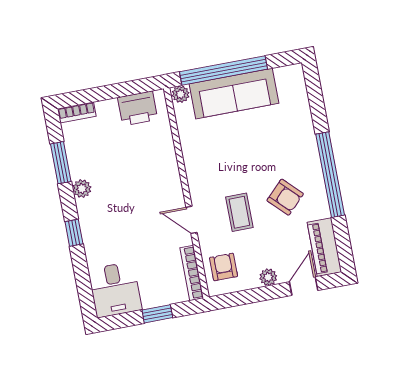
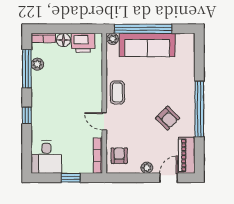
floor lamp: (107, 110) -> (63, 40), added
window: (61, 163) -> (27, 68), width x1.44
plant: (82, 189) -> (37, 64), moved
coffee table: (239, 212) -> (117, 92), moved

